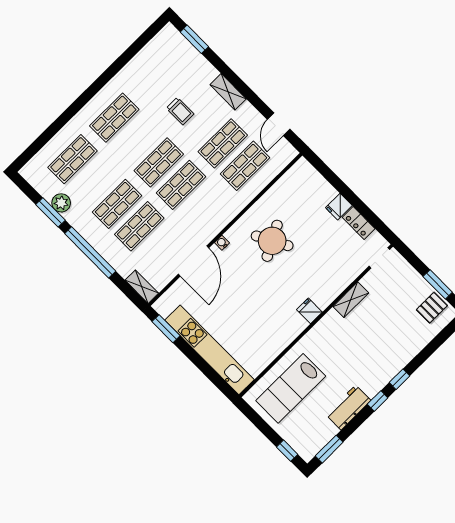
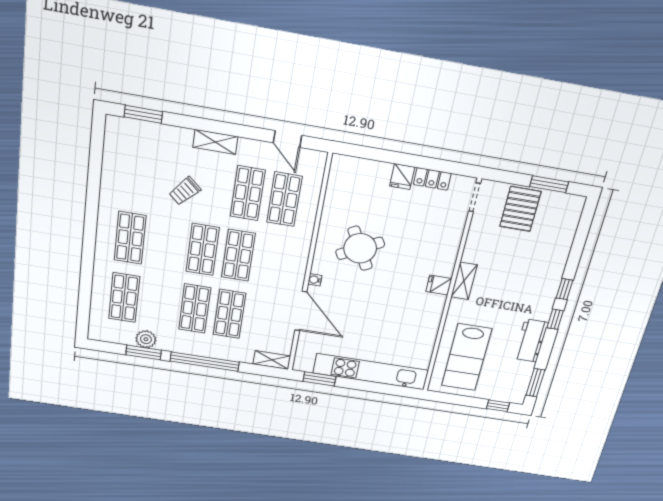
trolley: (180, 111) -> (185, 191), turned 132
shelving: (351, 300) -> (464, 281), moved
pallet: (432, 308) -> (520, 209), moved, width x1.50, depth x1.42

